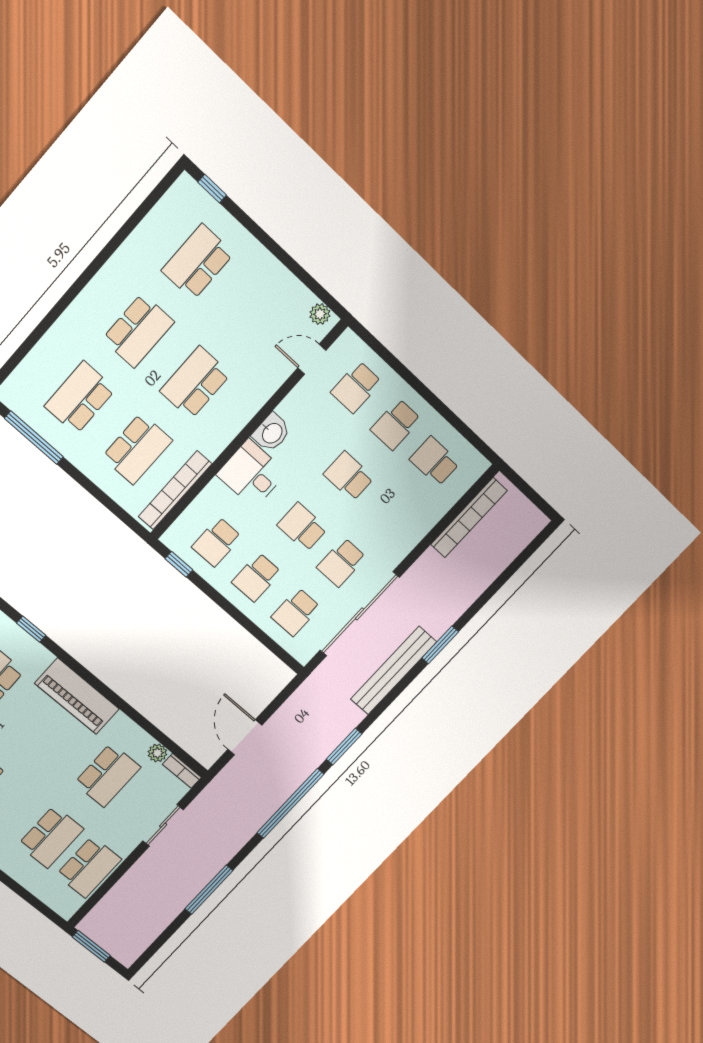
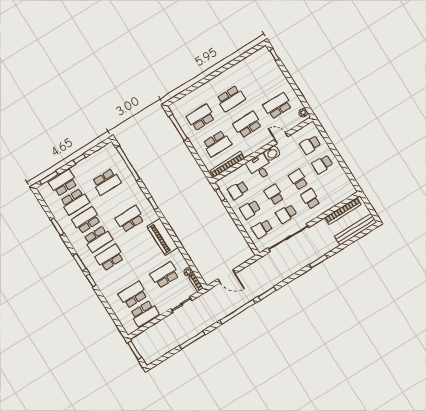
school desk: (198, 262) -> (278, 106), moved
door: (312, 359) -> (281, 138), moved
school desk: (435, 461) -> (310, 199), moved
bench: (393, 671) -> (356, 229), moved
door: (245, 737) -> (227, 276), swing flipped
school desk: (107, 775) -> (165, 275), turned 180
school desk: (51, 837) -> (133, 295), turned 180

